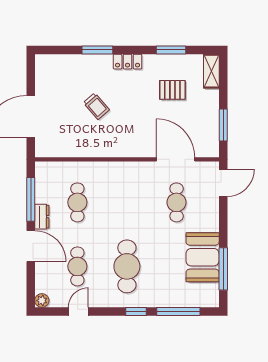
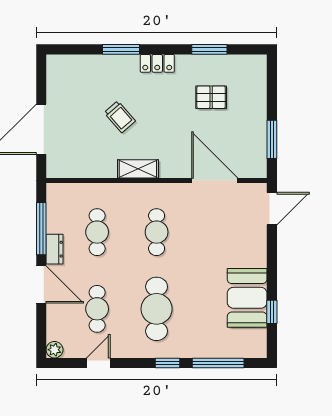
shelving: (211, 71) -> (138, 169), moved, turned 90
cafe table: (177, 202) -> (157, 232), moved
window: (223, 269) -> (272, 312), width x0.46

